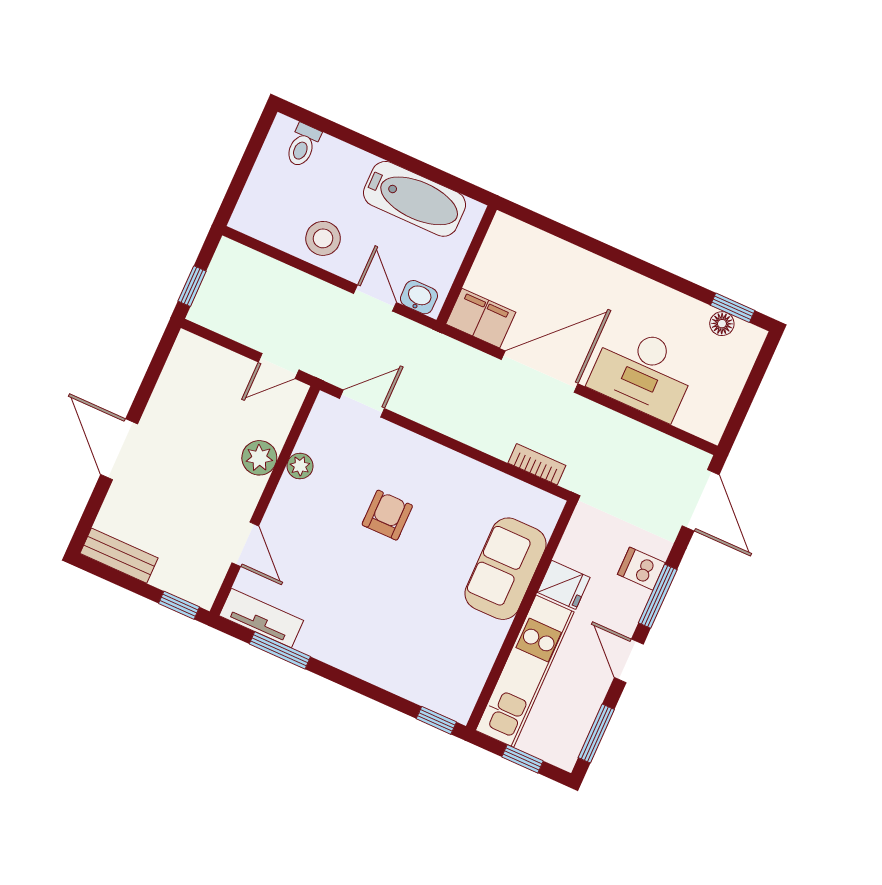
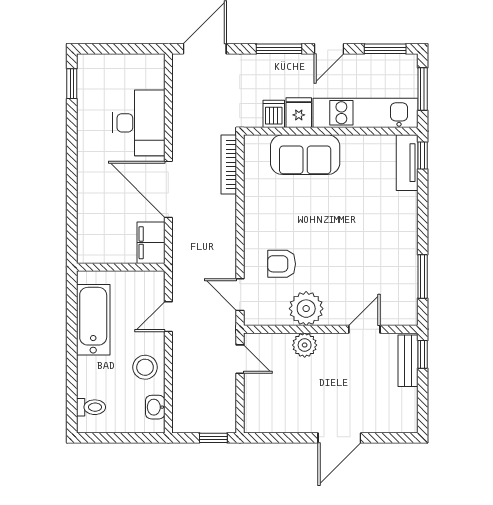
washbasin: (419, 297) -> (155, 407), moved
floor lamp: (722, 324) -> (85, 86), removed
bookcase: (537, 464) -> (229, 164), width x1.56
plant: (300, 466) -> (306, 309), width x1.87, depth x1.87
armchair: (387, 515) -> (282, 264), moved
bench: (119, 556) -> (408, 361), moved
dishwasher: (641, 569) -> (274, 114), moved, turned 180
tv unit: (261, 618) -> (407, 163), moved
window: (522, 759) -> (423, 89), width x1.50

